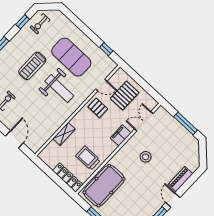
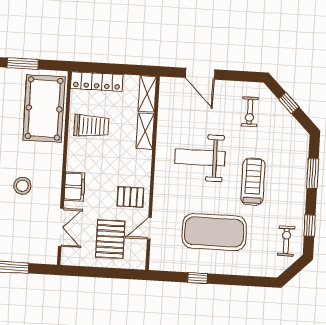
window: (106, 49) -> (198, 278), moved
weight bench: (59, 89) -> (200, 157), moved
shelving: (48, 151) -> (147, 94), added

